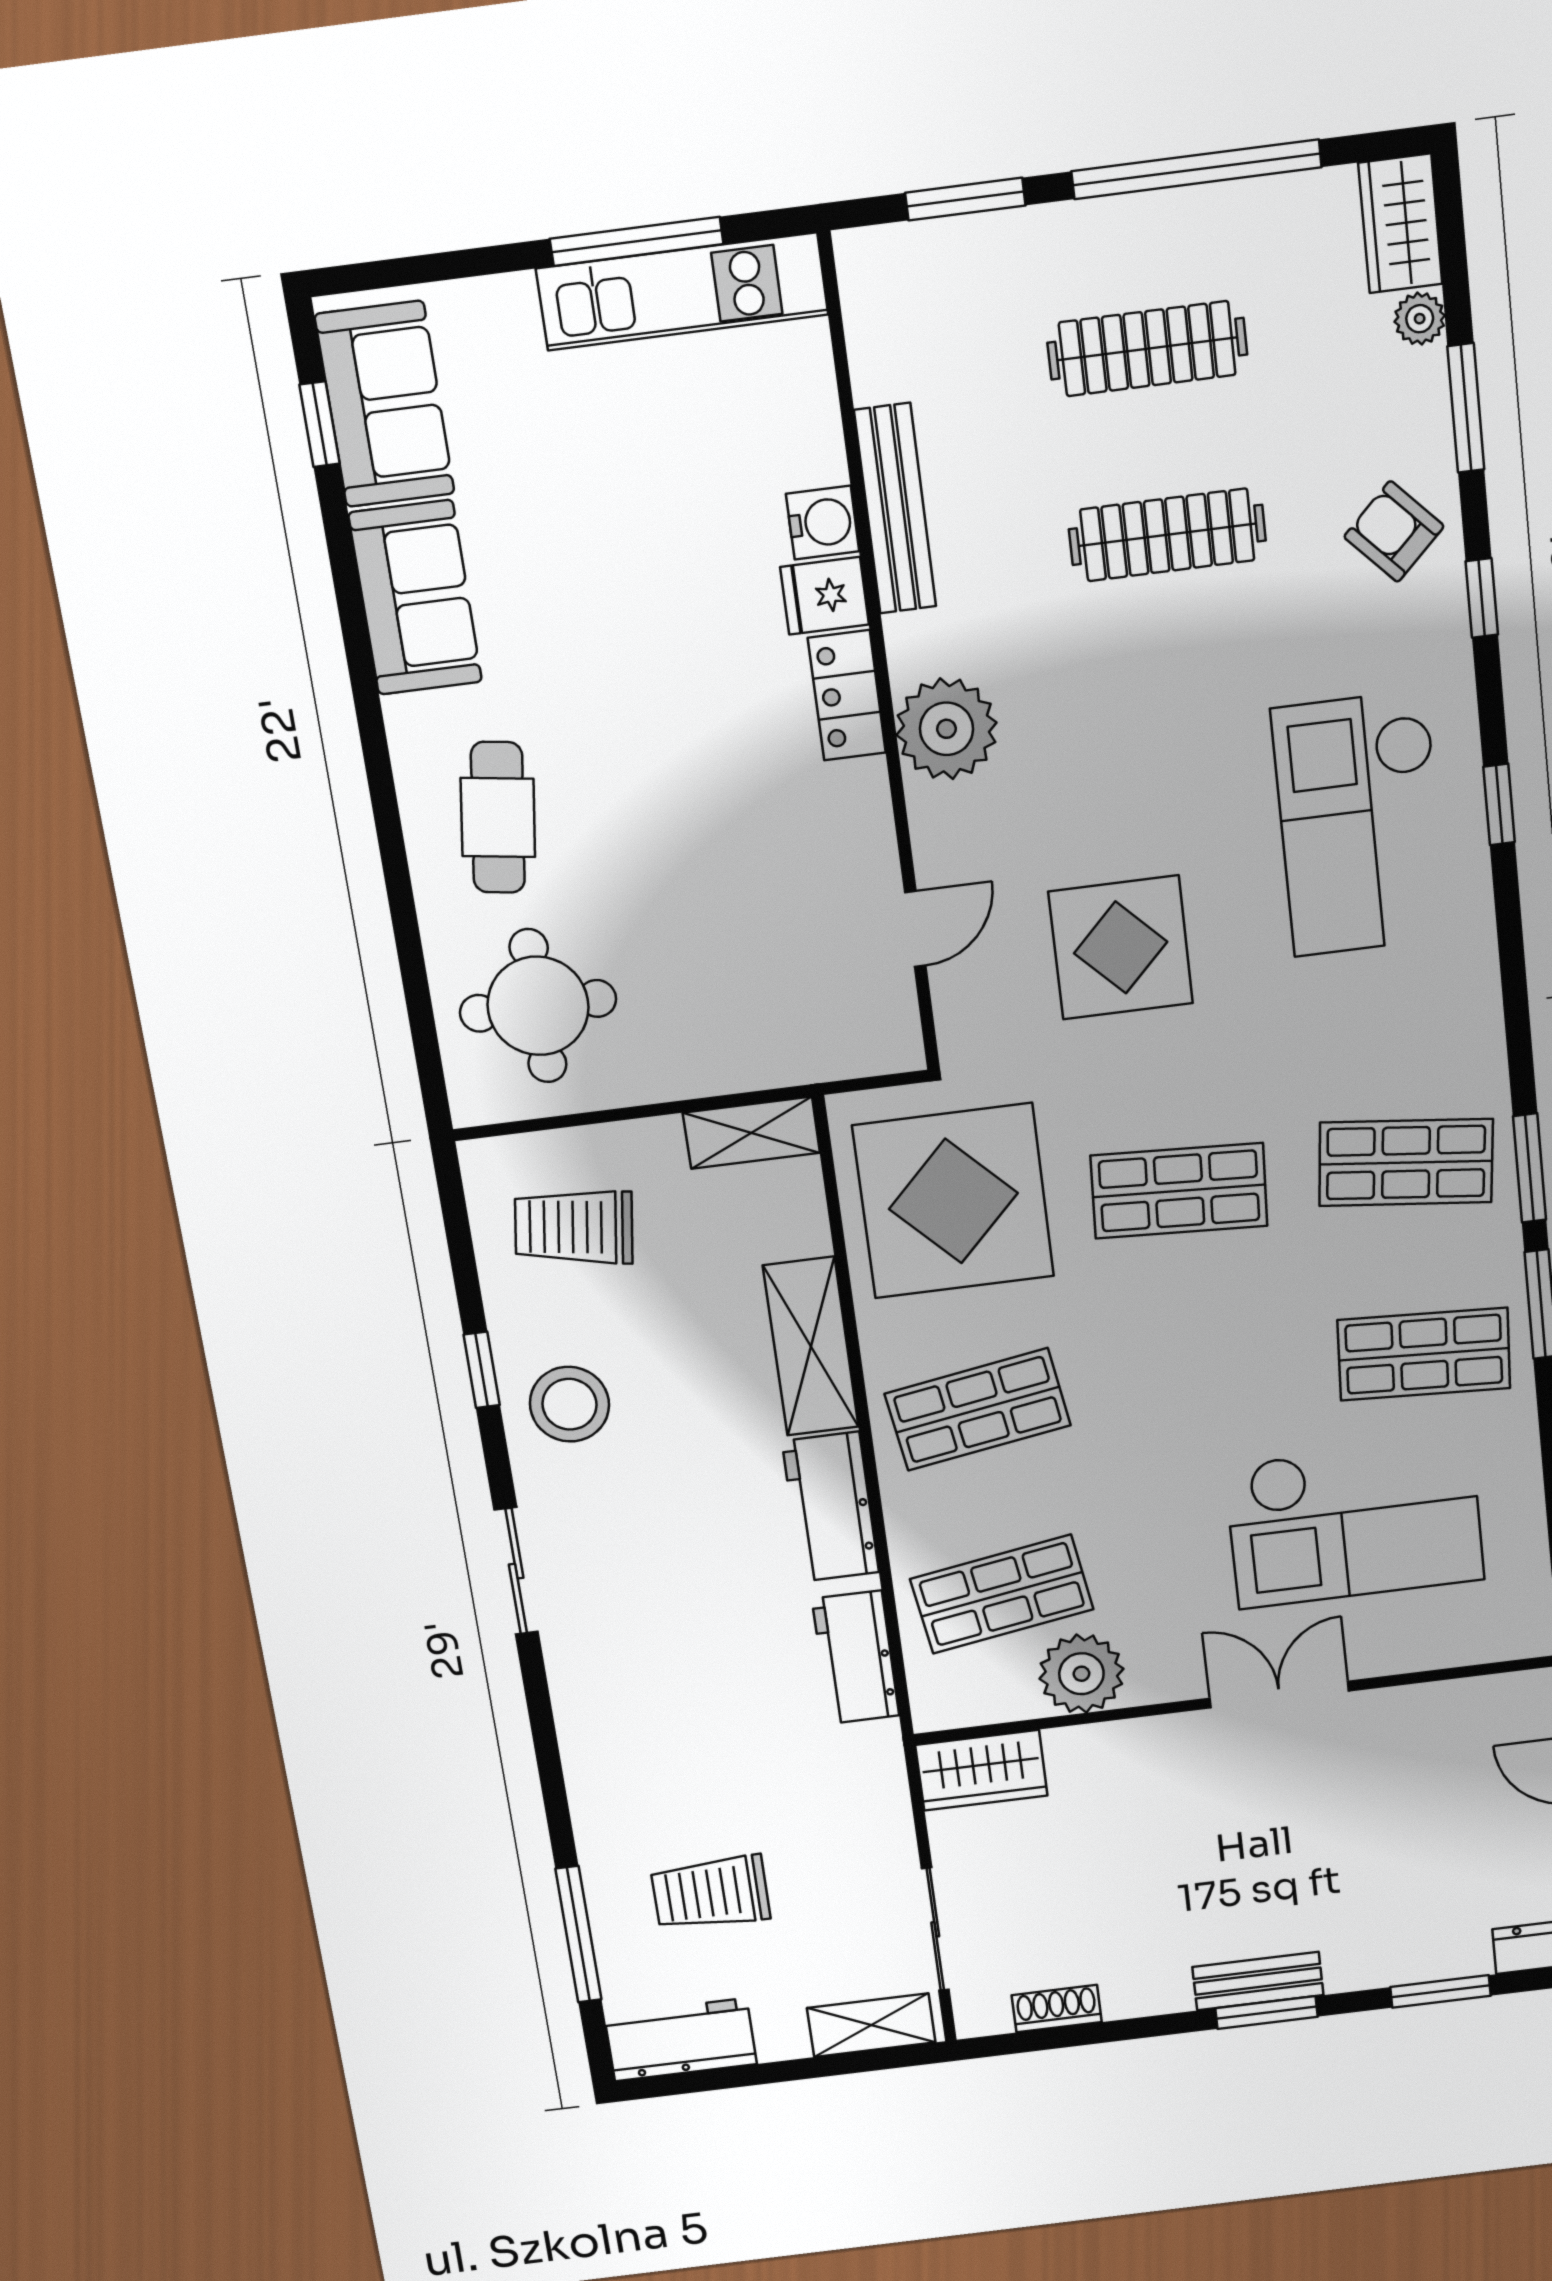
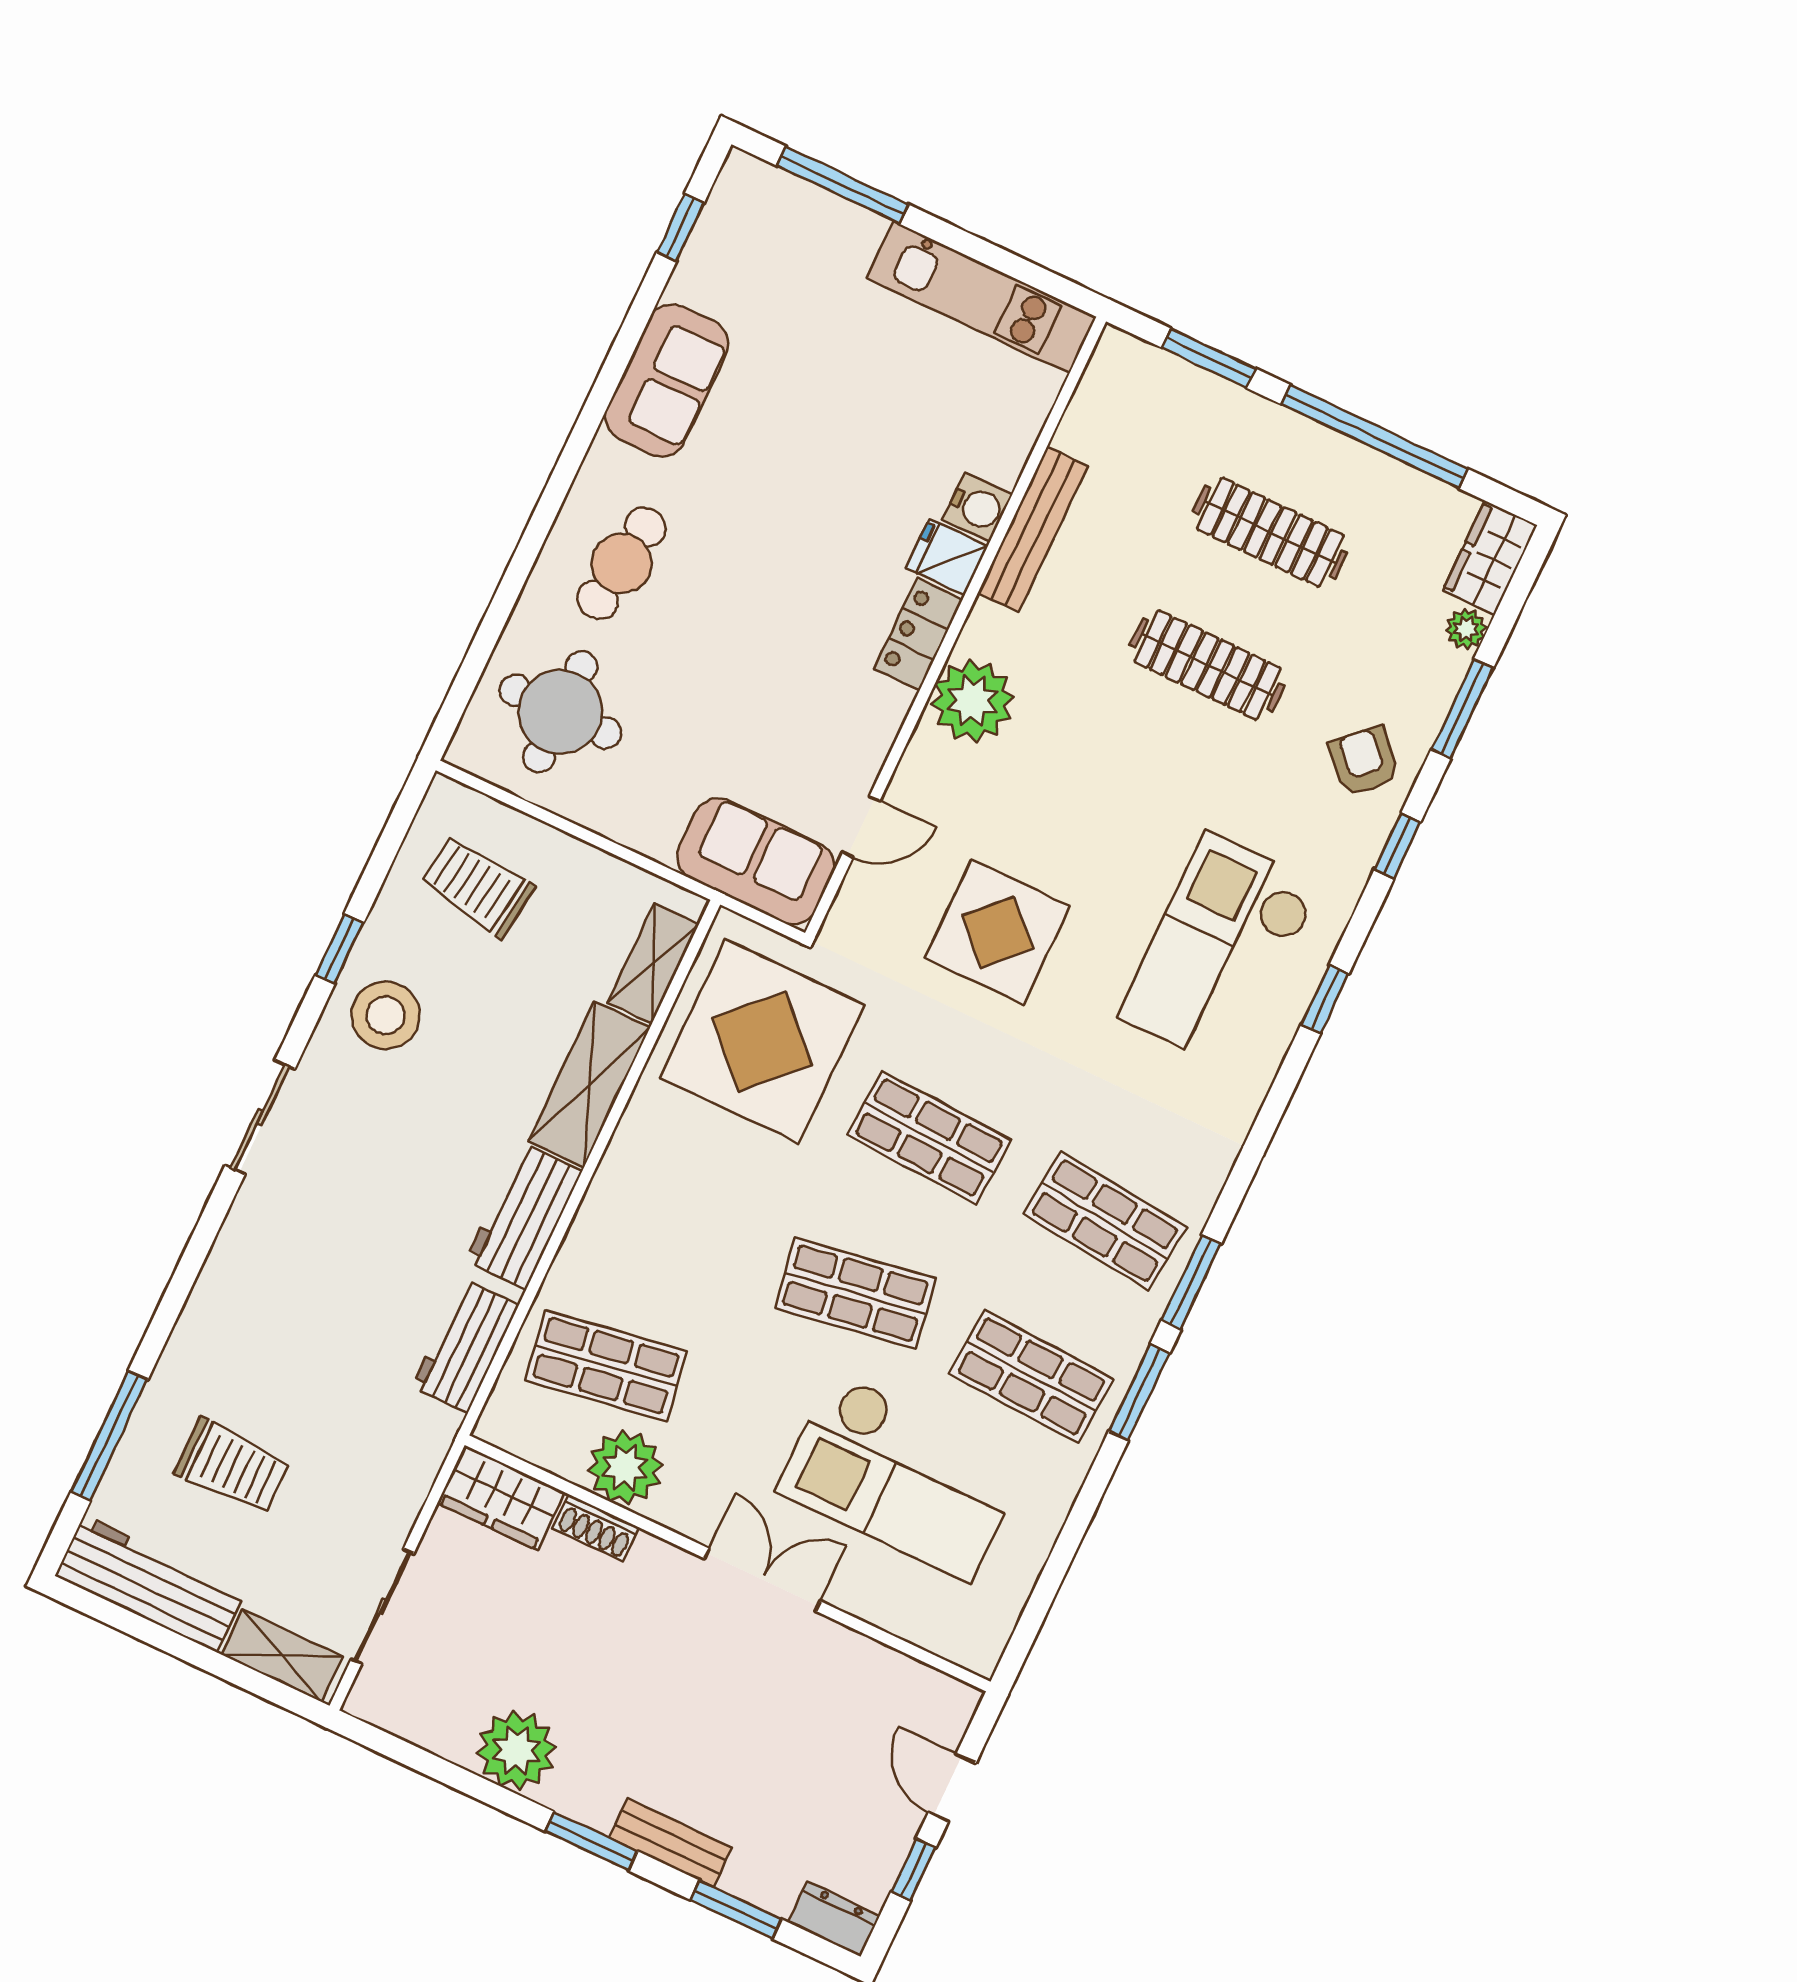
window: (637, 241) -> (843, 185), moved
sofa: (385, 404) -> (756, 861), moved, turned -90
shelving: (751, 1133) -> (653, 963), moved, turned 90
shop shelf: (978, 1409) -> (855, 1293), moved
trolley: (711, 1893) -> (232, 1466), turned 180
plant: (1145, 1977) -> (517, 1750), added
bench: (1258, 1981) -> (671, 1843), moved
shoe rack: (1057, 2009) -> (596, 1528), moved, turned 180
workbench: (681, 2040) -> (150, 1584), width x1.38

